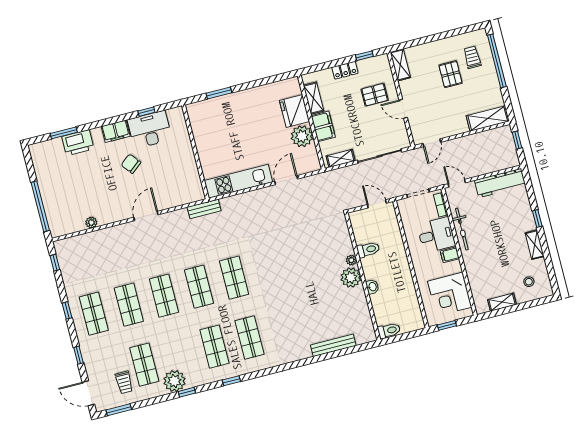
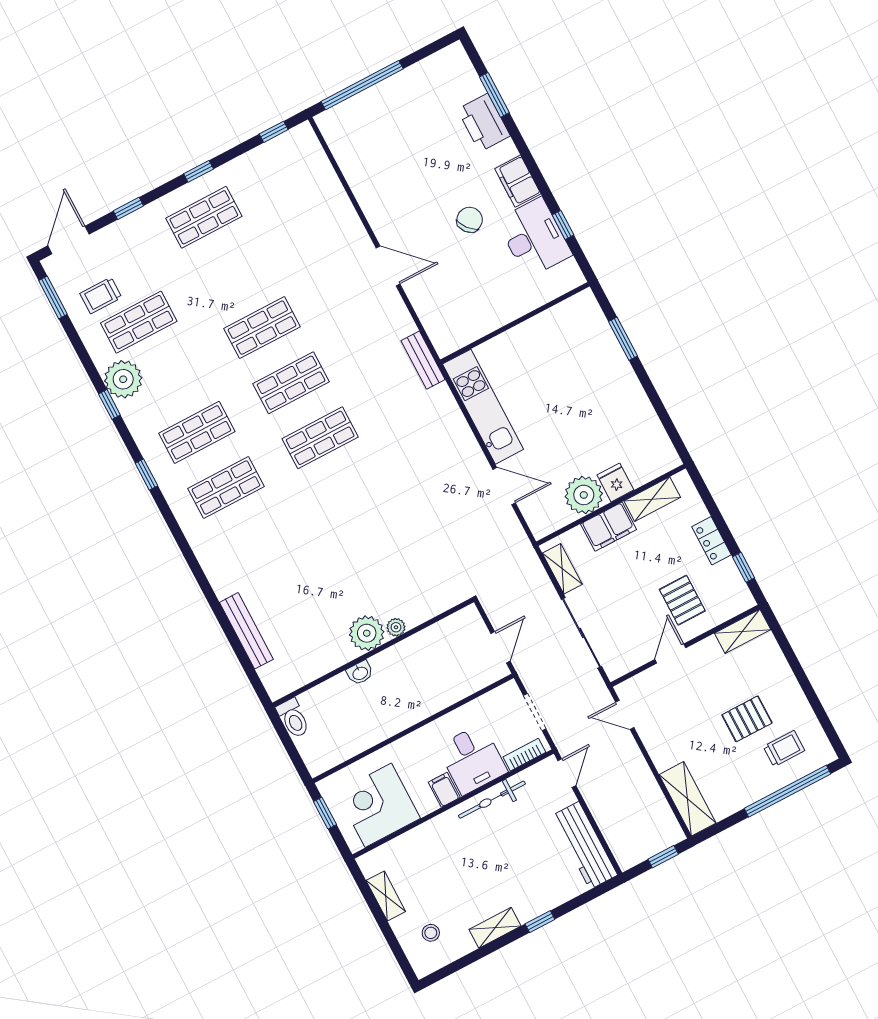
fridge: (294, 111) -> (615, 482), width x0.53, depth x0.75
plant: (91, 223) -> (355, 177), removed
toilet: (368, 250) -> (421, 651), removed
shop shelf: (129, 305) -> (233, 272), removed

